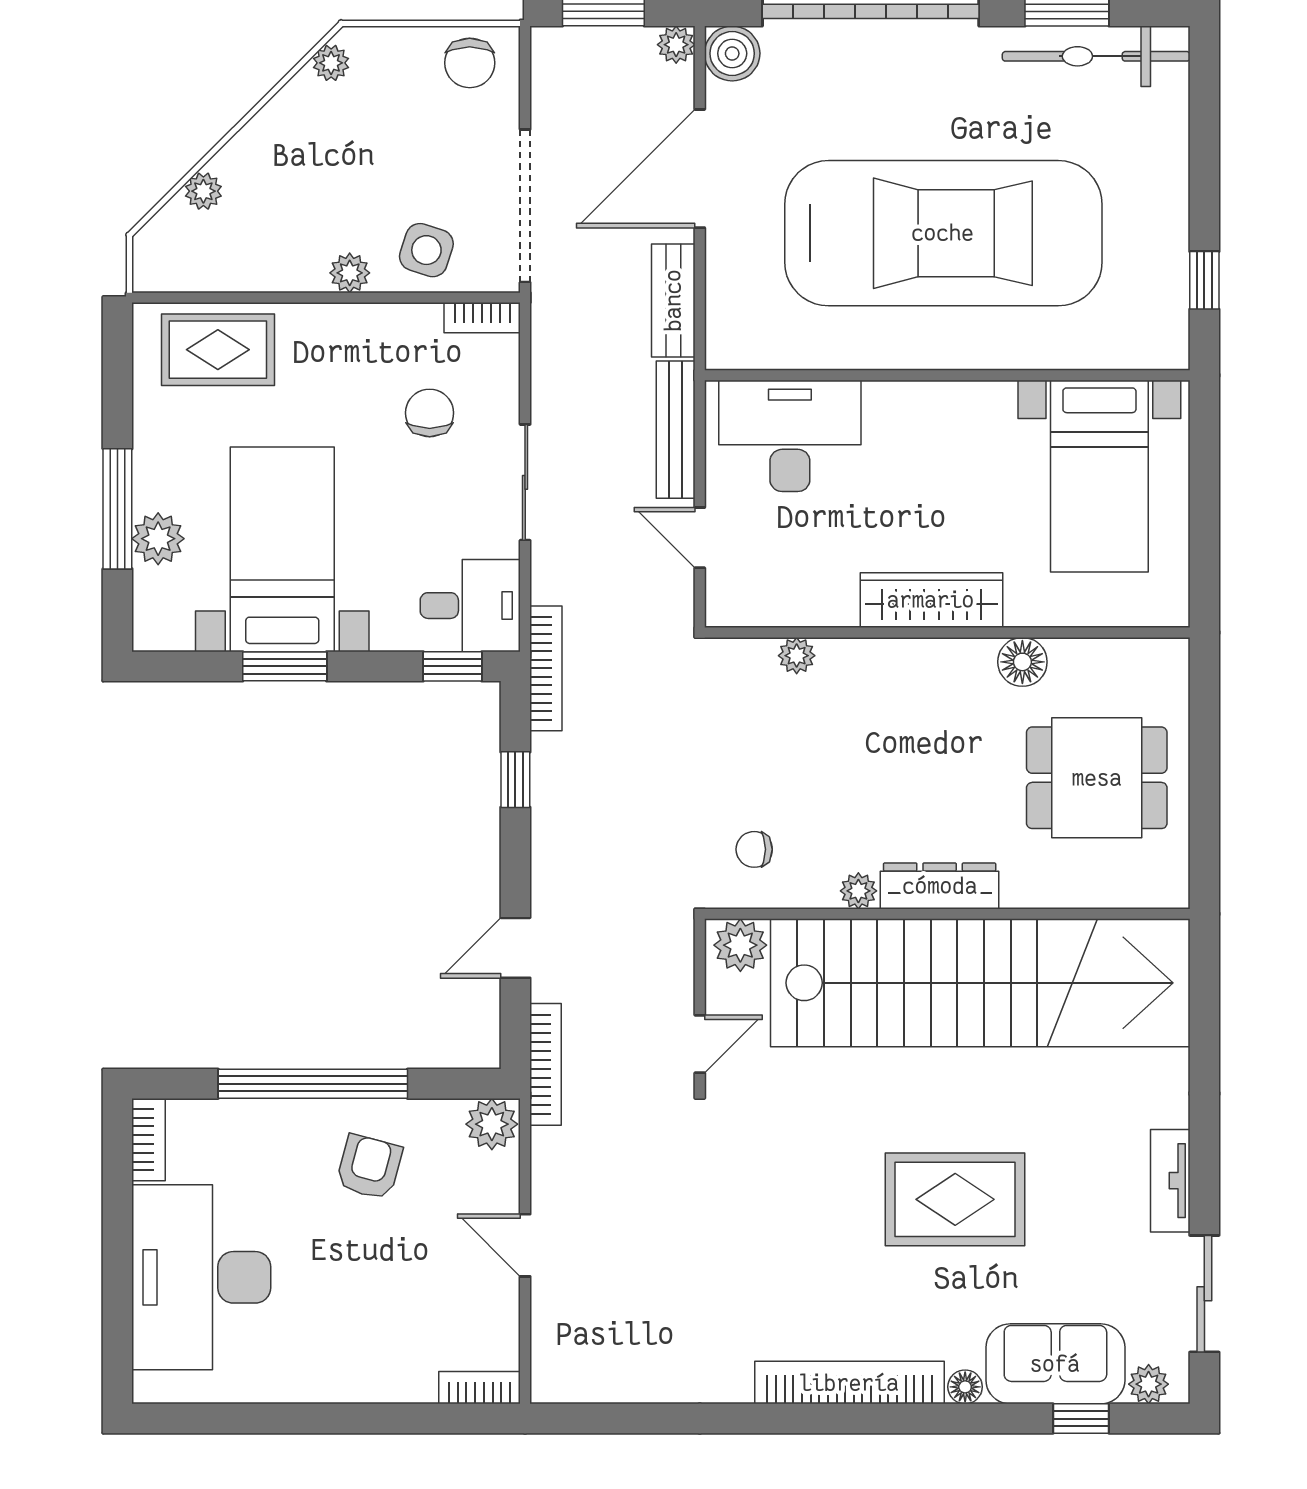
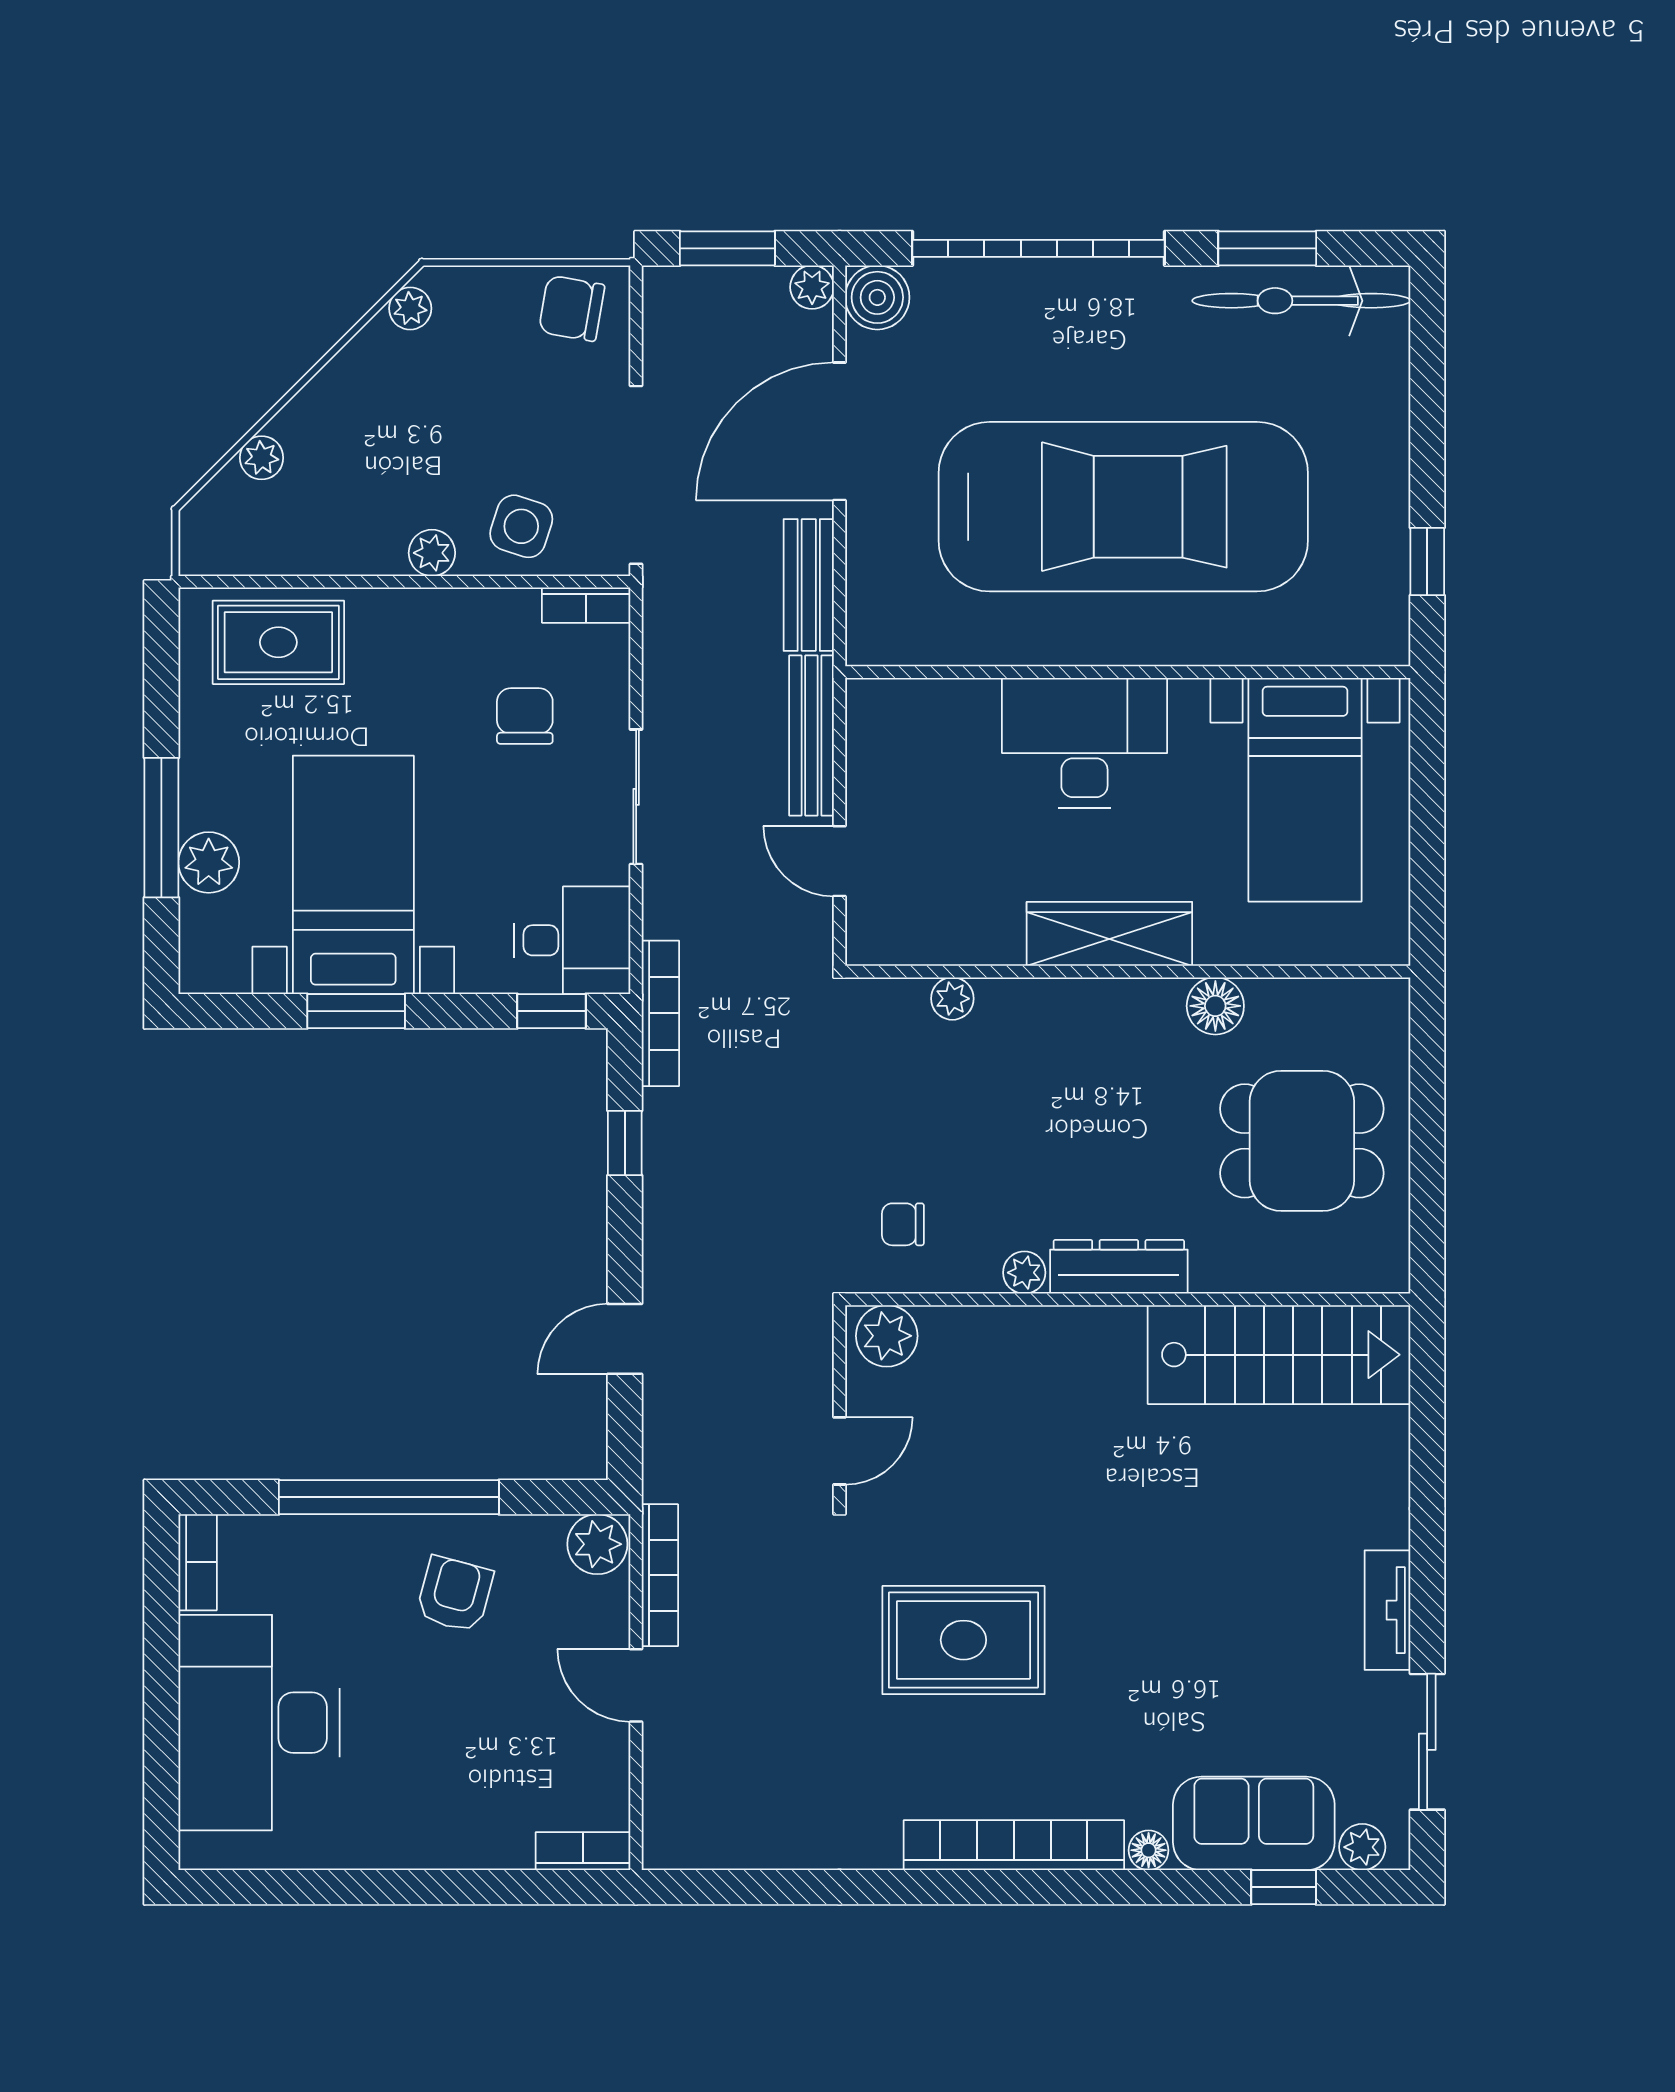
chair: (470, 63) -> (572, 308), turned 100
desk: (790, 436) -> (1084, 743), moved
stairs: (980, 983) -> (1279, 1355), width x0.54, depth x0.66
bookcase: (546, 1064) -> (660, 1575), moved
rug: (955, 1199) -> (963, 1640), moved

